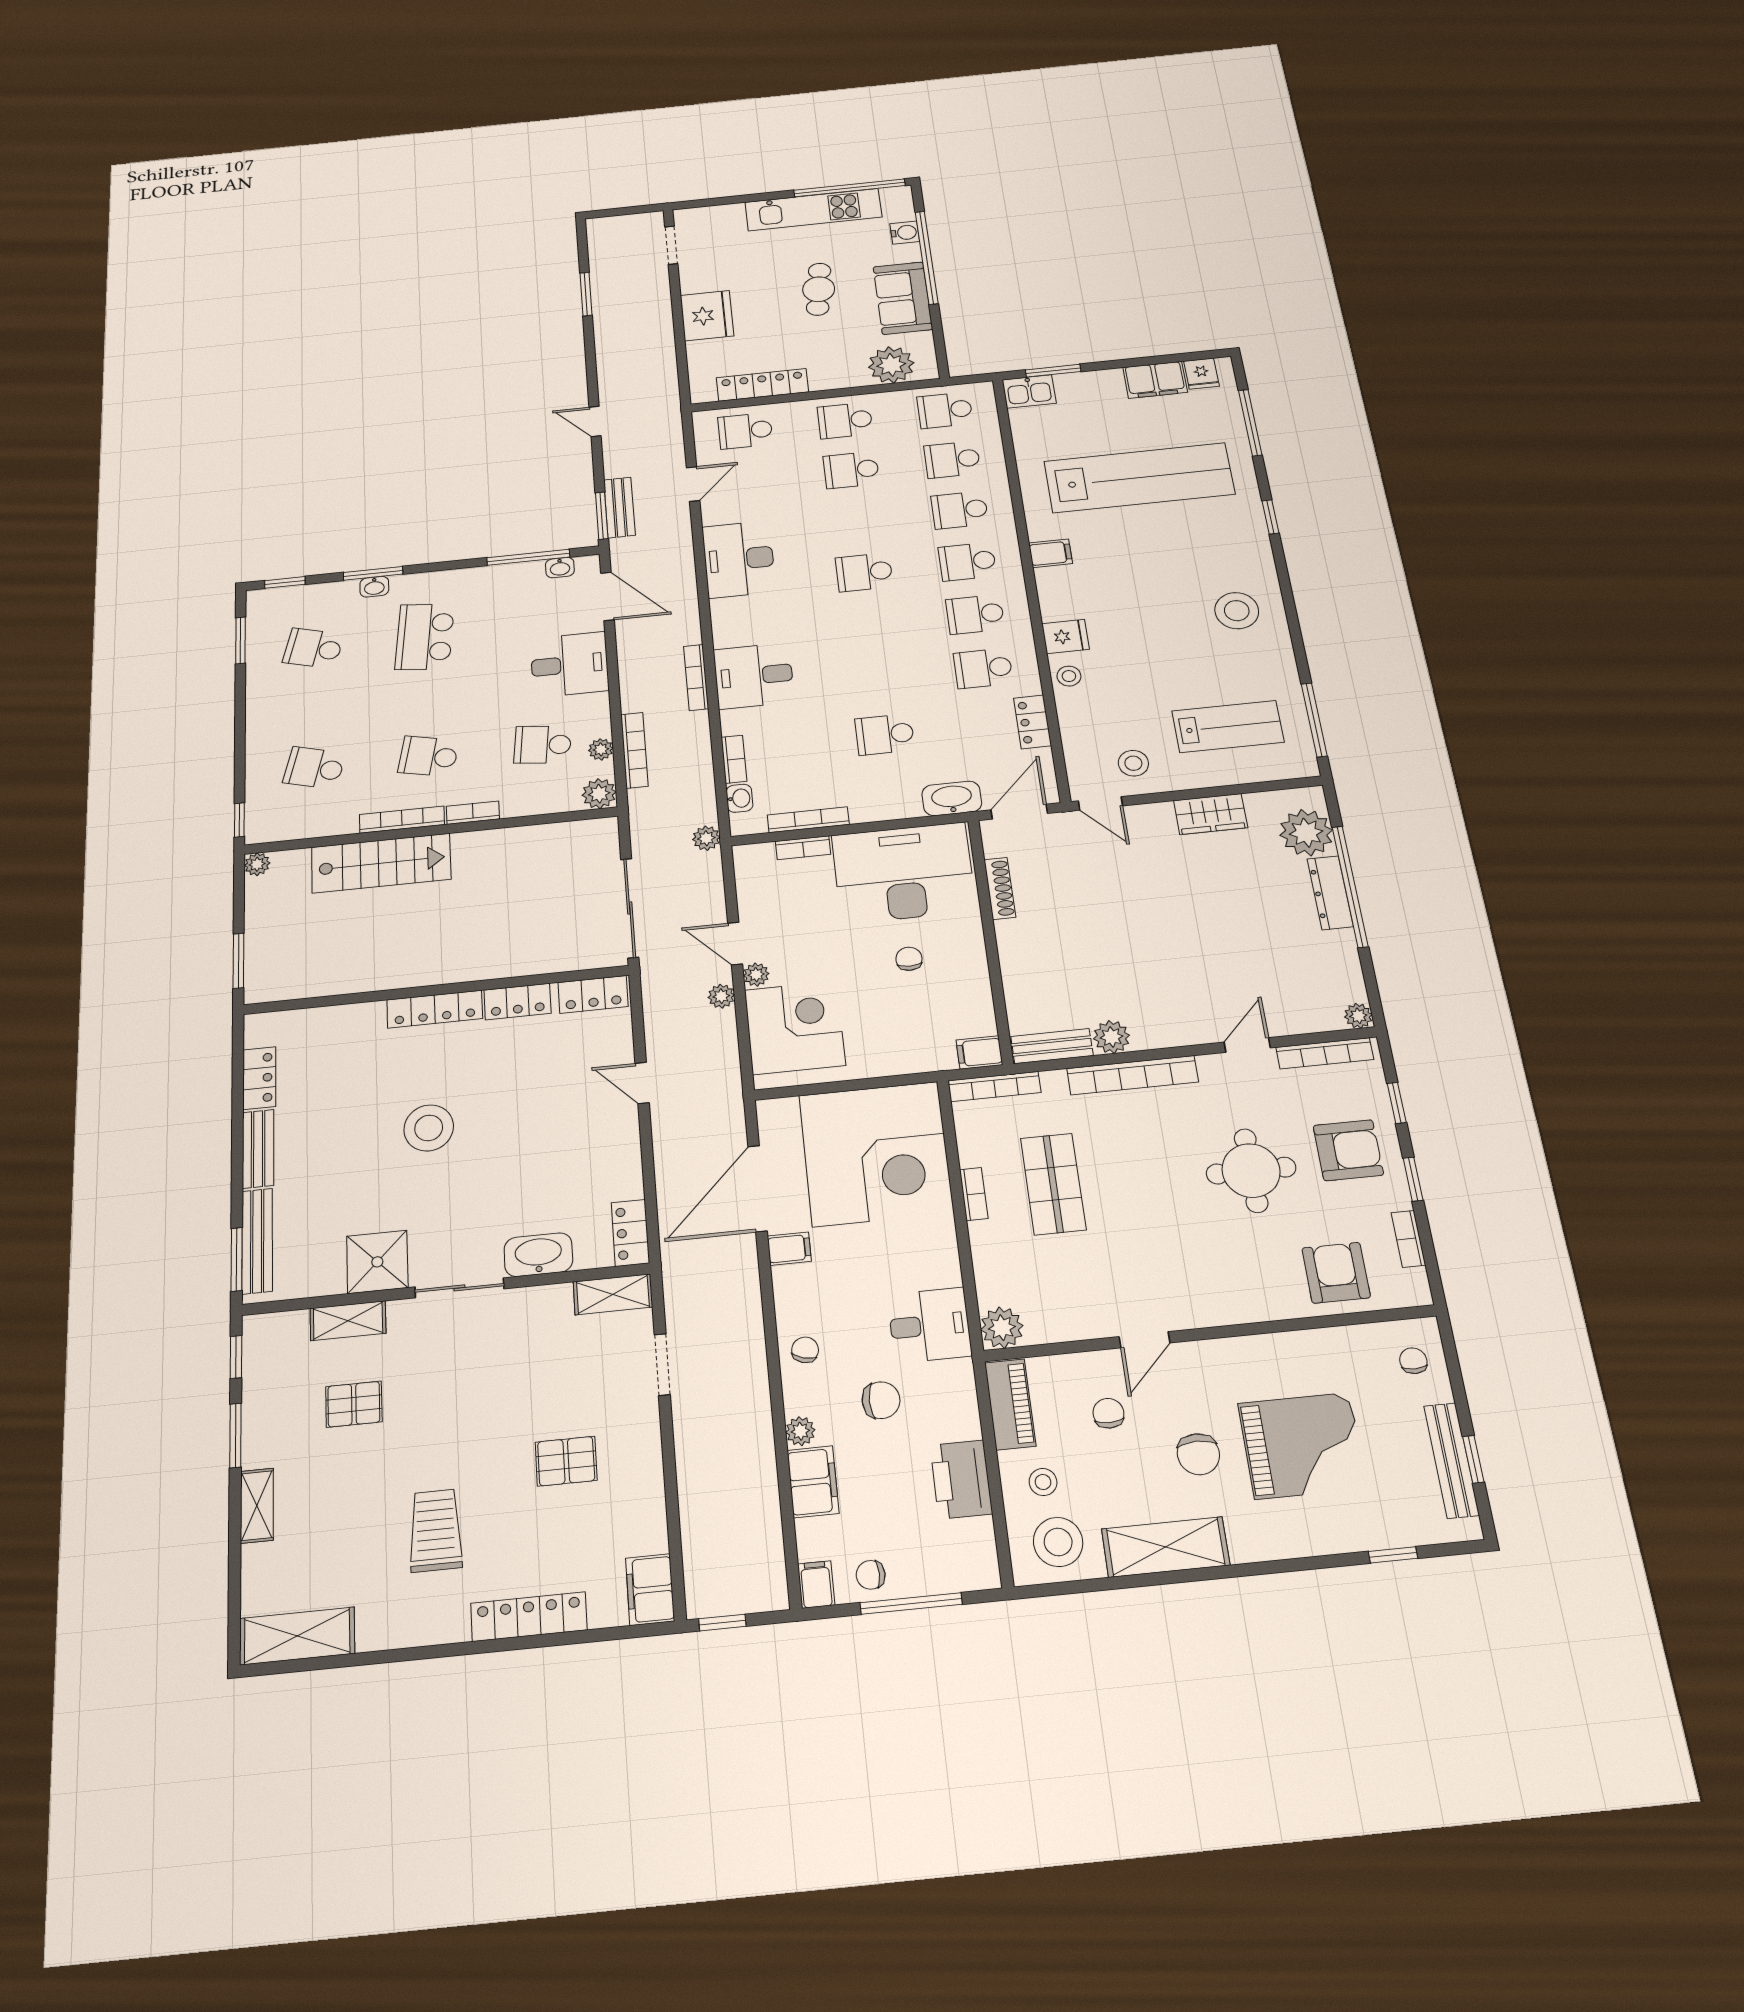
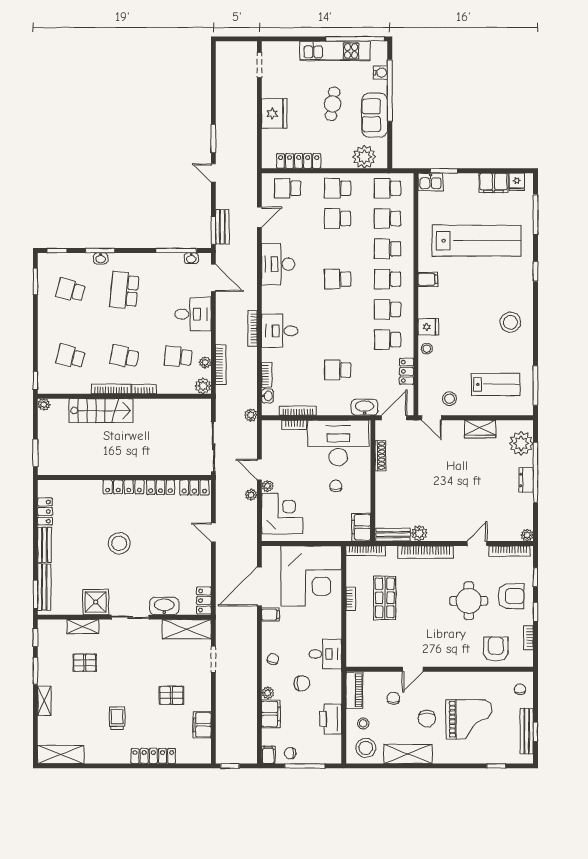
window: (586, 294) -> (213, 139), moved
dresser: (1330, 893) -> (526, 480), width x0.70
filing cabinet: (979, 1052) -> (361, 527), width x2.00
shelving: (613, 1294) -> (187, 629), width x1.50, depth x1.33
plant: (1002, 1328) -> (355, 658), removed
trolley: (436, 1530) -> (117, 718), width x0.73, depth x0.72
filing cabinet: (650, 1590) -> (202, 725), moved

